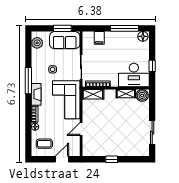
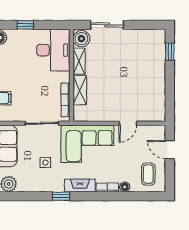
window: (152, 66) -> (25, 25), moved
window: (28, 81) -> (61, 196), width x0.46
shelving: (93, 94) -> (80, 90), moved
door: (81, 129) -> (128, 123), hinge flipped
sliding door: (152, 133) -> (107, 25), moved
window: (112, 159) -> (170, 52), moved

